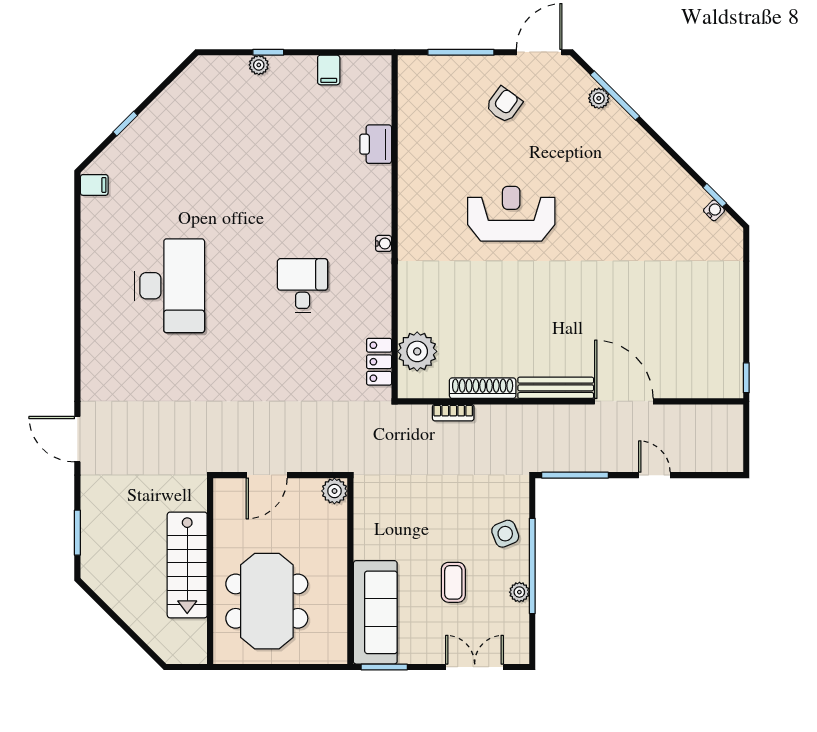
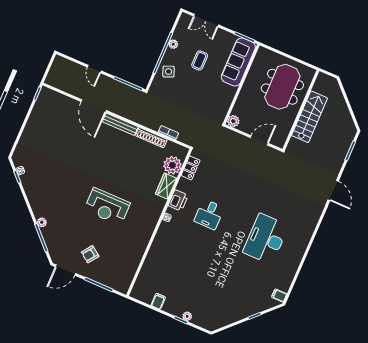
plant: (599, 98) -> (42, 222), moved
printer: (376, 144) -> (178, 200), moved
wardrobe: (412, 305) -> (166, 186), added

